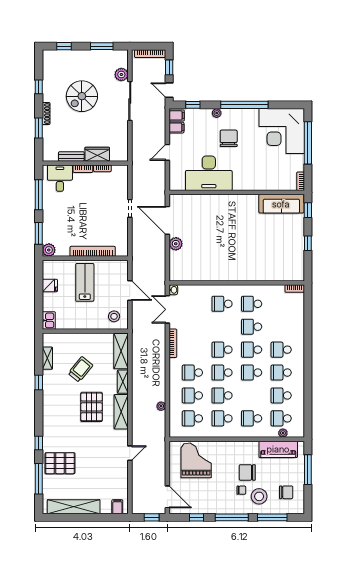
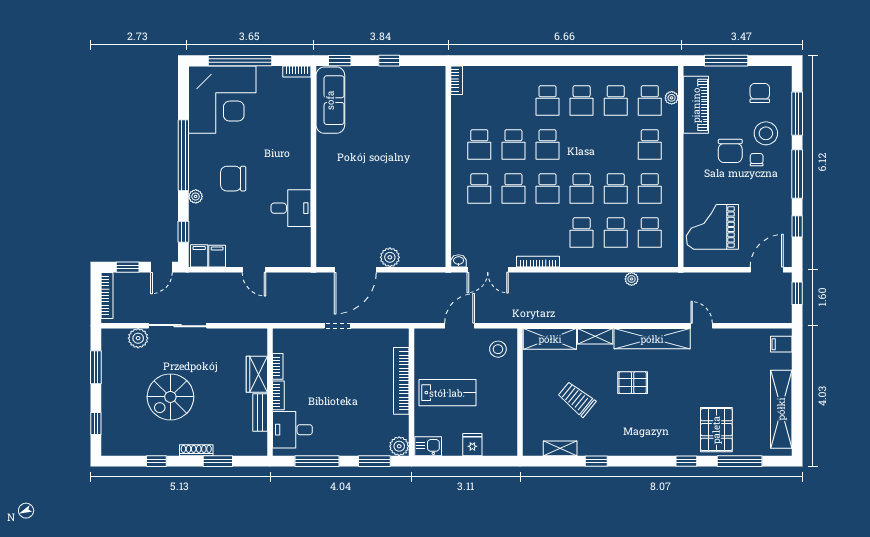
spiral stairs: (82, 96) -> (170, 397), turned 90
desk: (209, 173) -> (291, 208), width x0.53, depth x0.77
lab bench: (85, 282) -> (447, 393), turned 180
fridge: (50, 286) -> (472, 445), moved
kitchen sink: (49, 320) -> (428, 446), moved
school desk: (252, 373) -> (513, 188), moved
pallet: (92, 407) -> (633, 383), width x0.67, depth x0.71
shelving: (121, 412) -> (652, 339), width x1.47

